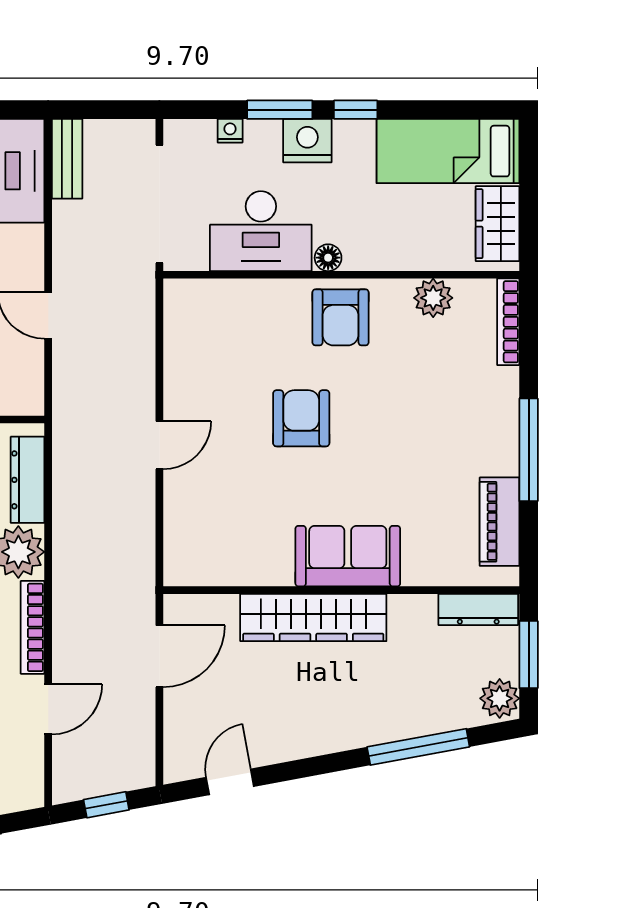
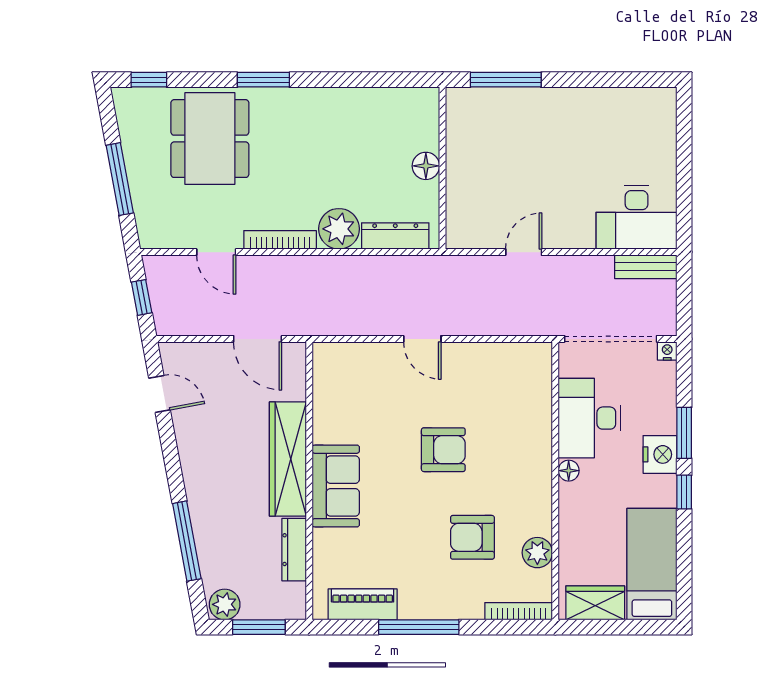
nightstand: (230, 131) -> (667, 351), moved, turned -90
armchair: (341, 317) -> (472, 537), moved
dresser: (478, 609) -> (294, 550), moved

